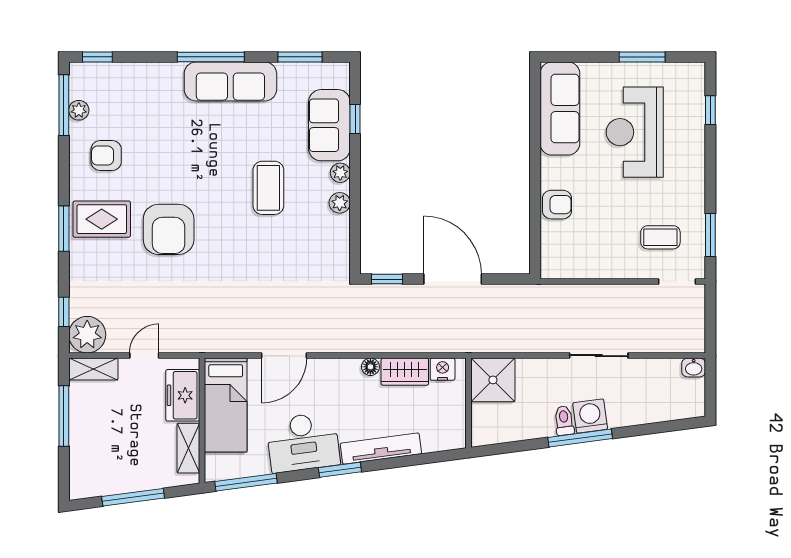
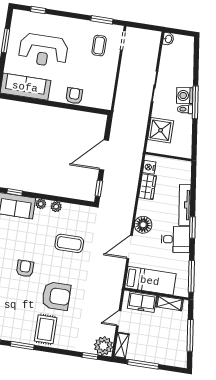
armchair: (106, 156) -> (25, 269), moved, turned 180
coffee table: (268, 188) -> (69, 243), moved
window: (64, 229) -> (22, 346), moved
door: (144, 356) -> (119, 318), hinge flipped
door: (284, 356) -> (130, 247), swing flipped
floor lamp: (370, 367) -> (143, 225), moved, width x1.89, depth x1.89
shower: (493, 380) -> (161, 130), moved
desk: (303, 442) -> (176, 239), width x0.73

